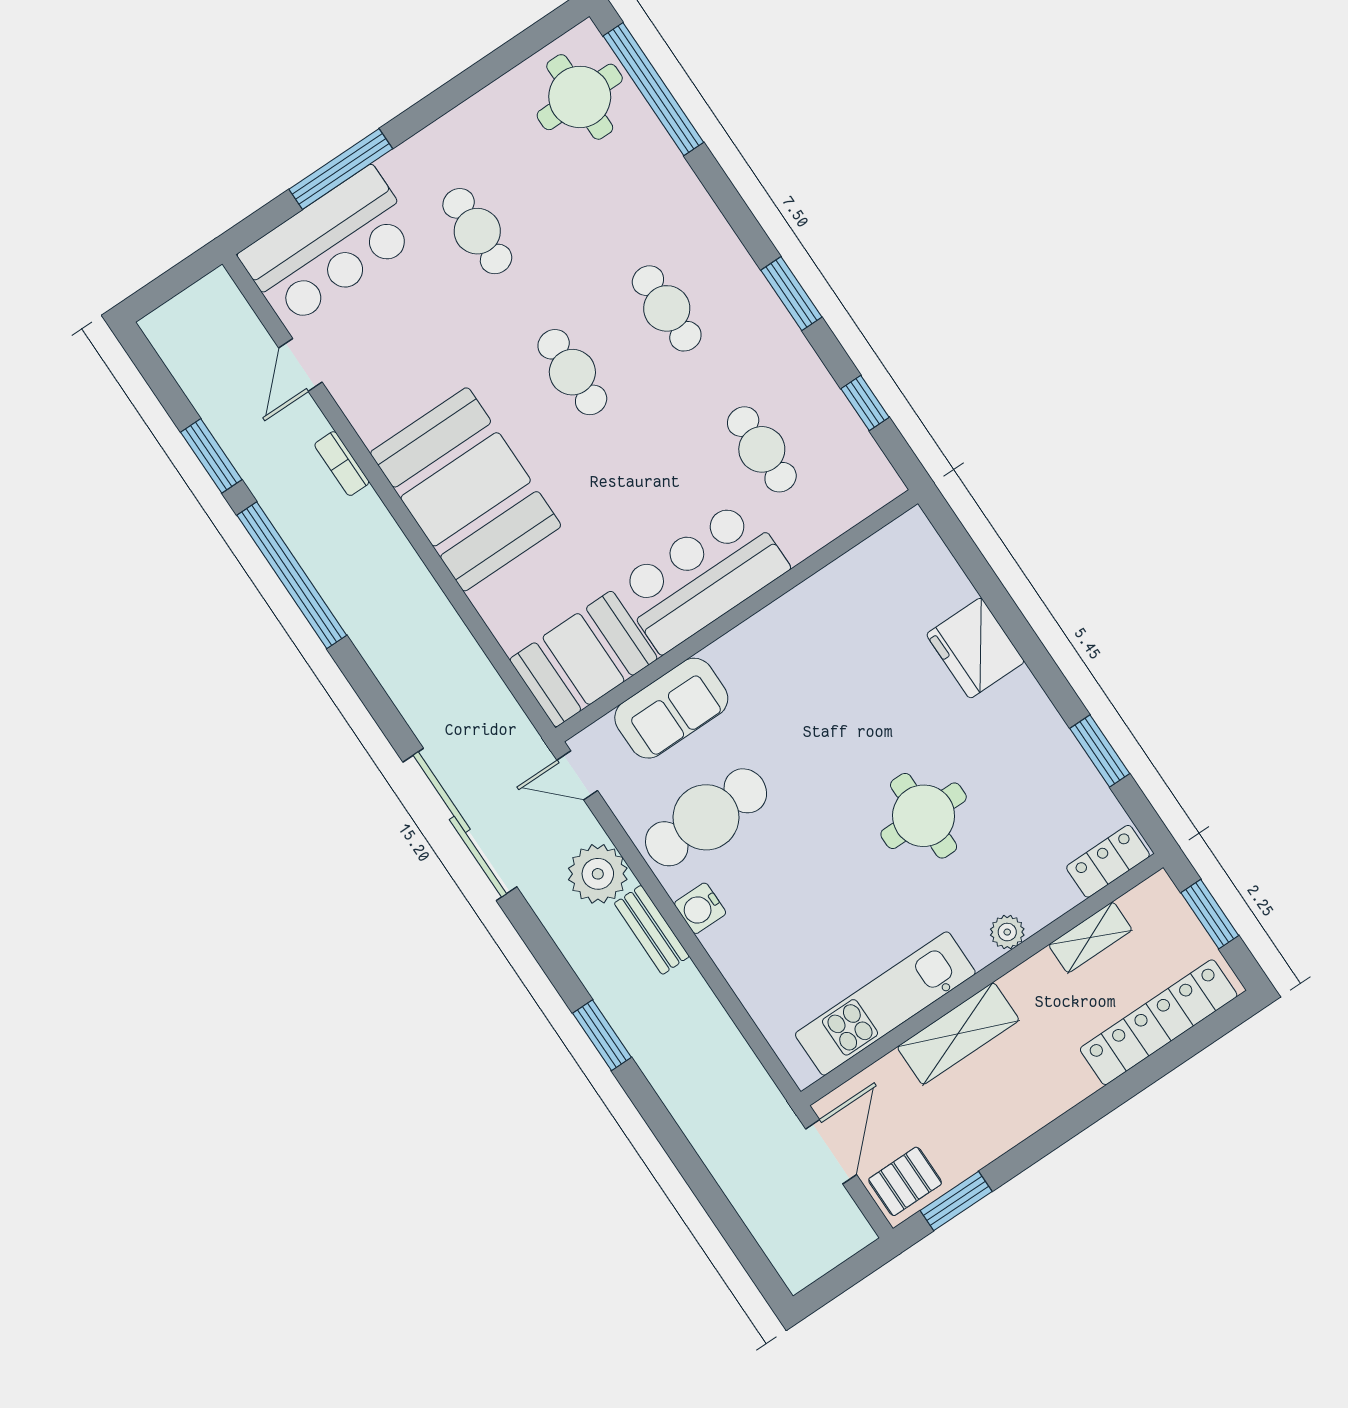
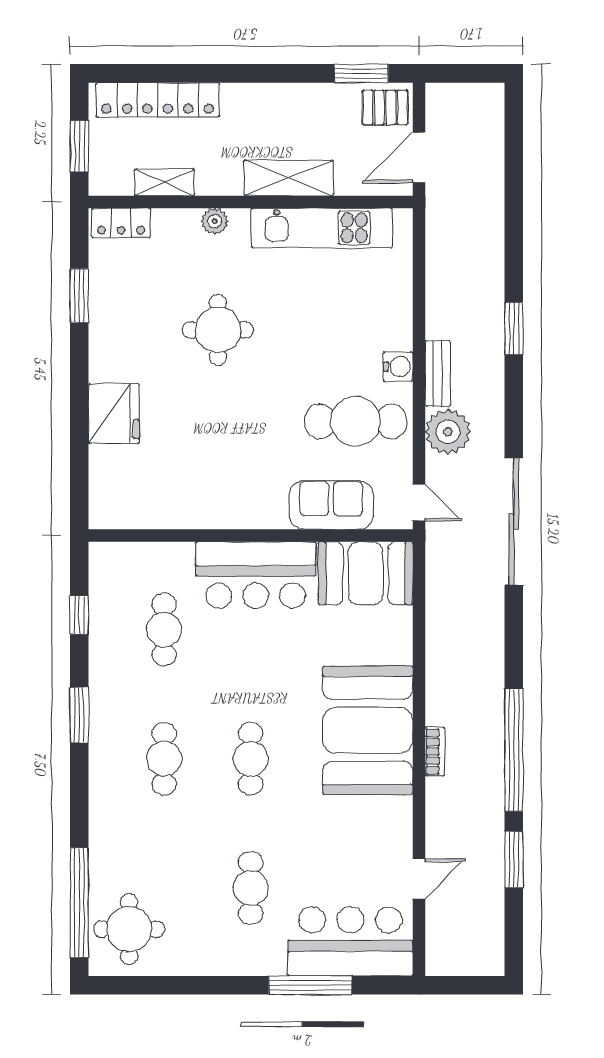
bookcase: (342, 464) -> (435, 752), moved

